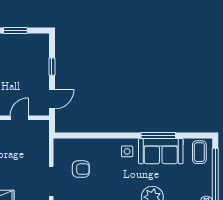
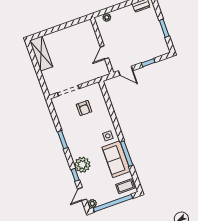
door: (19, 118) -> (104, 52), swing flipped

